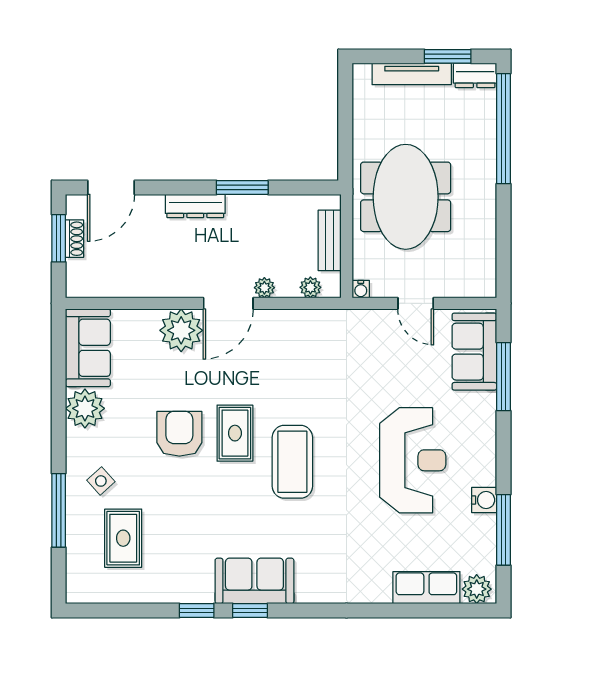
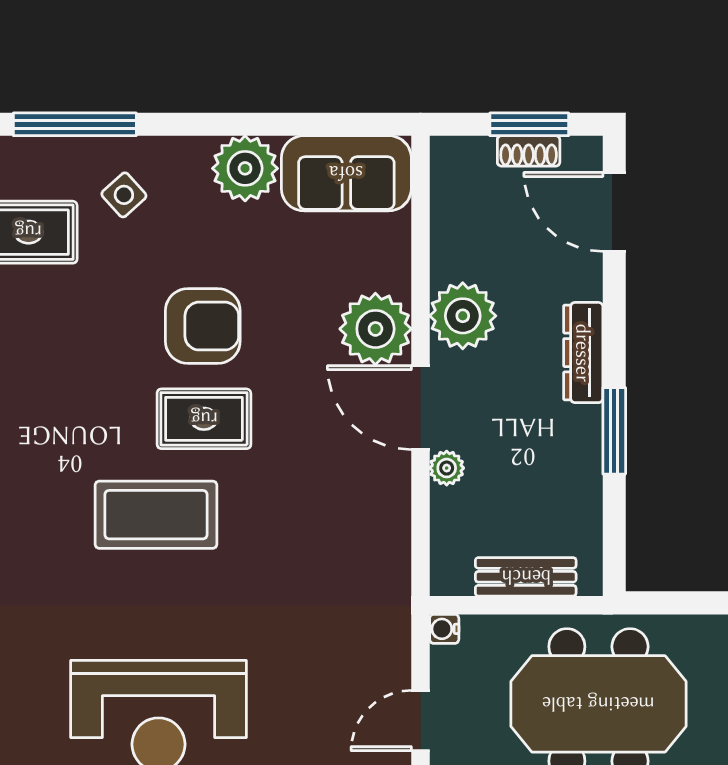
plant: (310, 287) -> (463, 316), moved, width x1.87, depth x1.87

